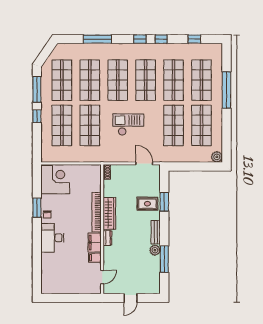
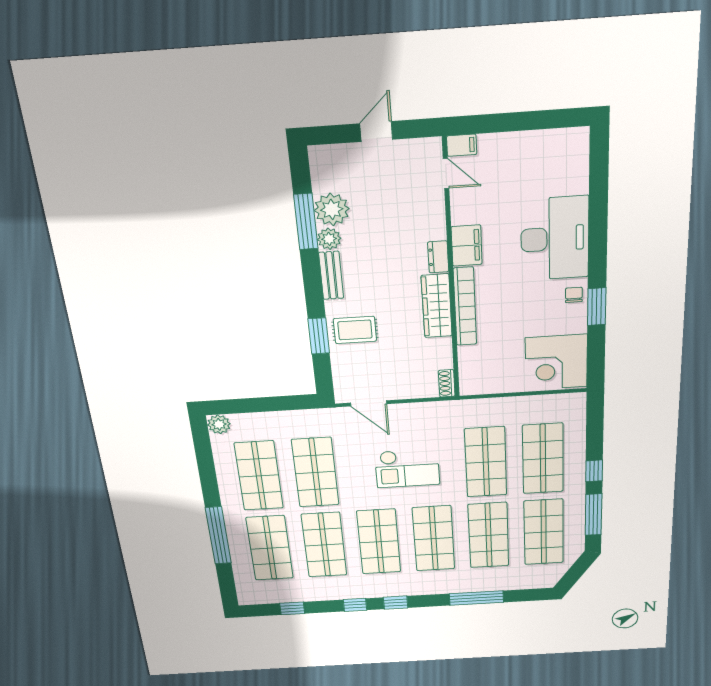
desk: (52, 238) -> (555, 239), width x1.36, depth x1.30
filing cabinet: (95, 258) -> (462, 145), moved
plant: (152, 264) -> (332, 209), added
door: (102, 277) -> (446, 174), swing flipped

